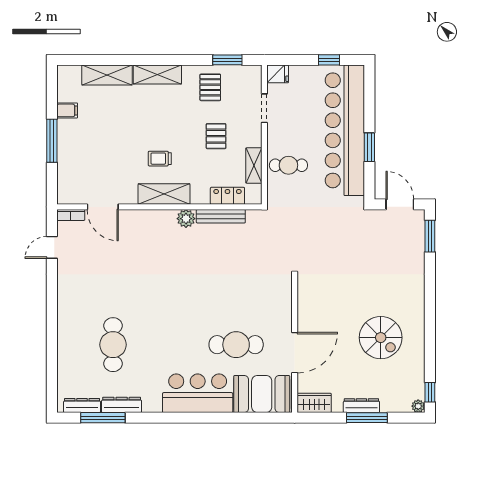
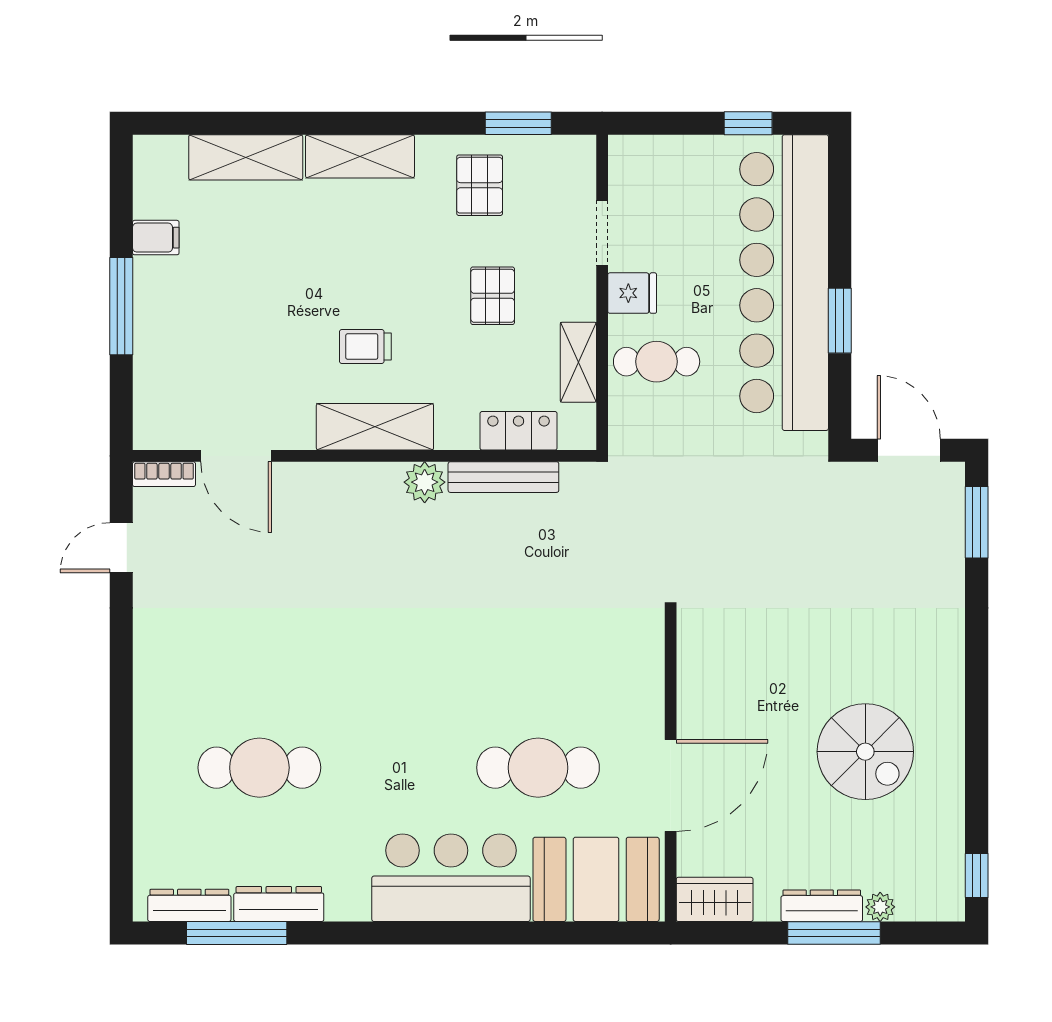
fridge: (278, 74) -> (632, 293), moved
cafe table: (113, 345) -> (259, 768), turned 90
plant: (418, 406) -> (880, 907), moved

